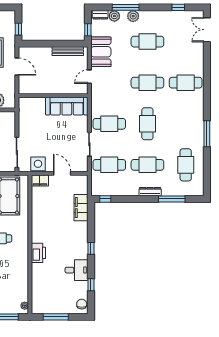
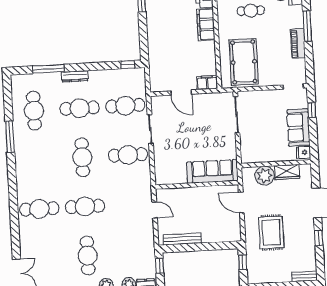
cafe table: (147, 42) -> (88, 256), turned 90
booth: (101, 52) -> (143, 240), removed
door: (17, 67) -> (241, 202), moved
door: (89, 77) -> (155, 210), hinge flipped
sofa: (67, 106) -> (212, 171), moved
window: (207, 134) -> (10, 137), moved
side table: (38, 164) -> (211, 102), removed
filing cabinet: (81, 208) -> (206, 24), moved, turned 180

